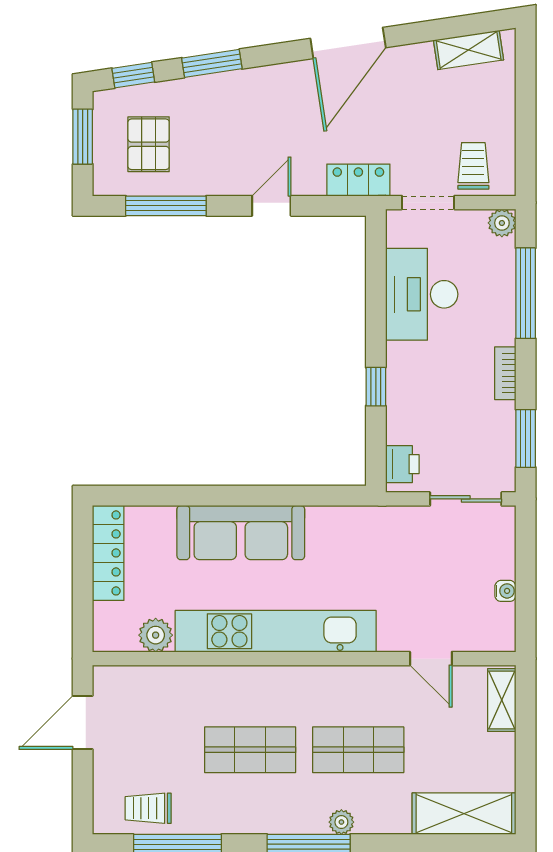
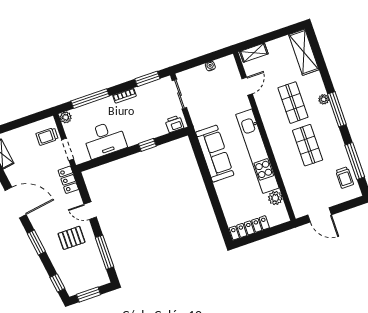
window: (212, 63) -> (36, 242), moved
pallet: (149, 144) -> (72, 238), moved
sofa: (241, 533) -> (215, 154), moved

